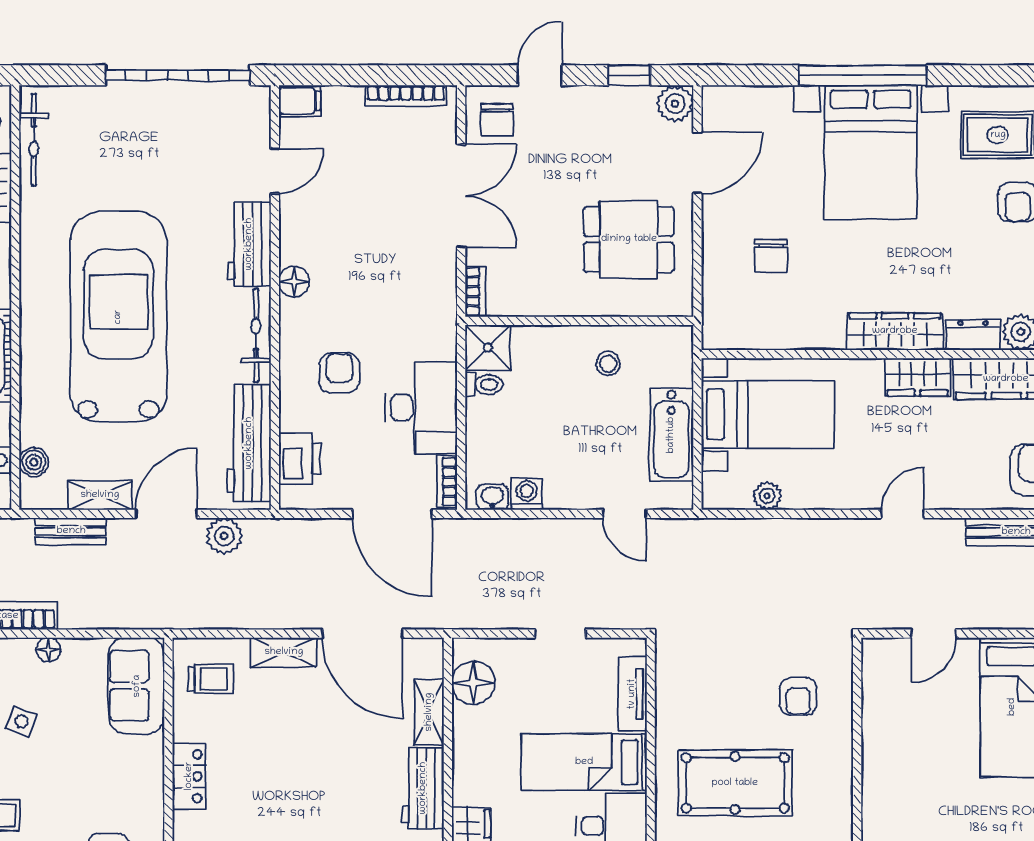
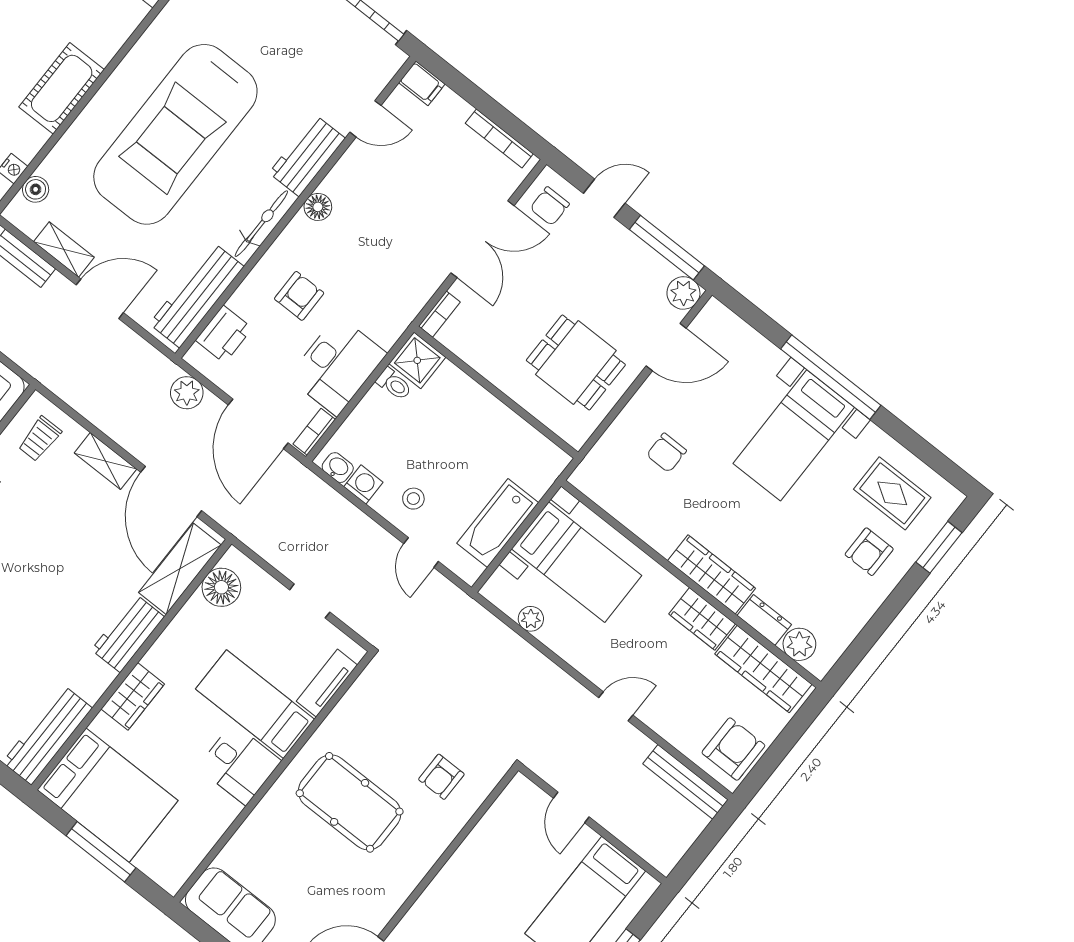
window: (629, 75) -> (667, 248), width x2.17
bed with nightstands: (871, 152) -> (794, 435), width x0.73
car: (118, 317) -> (175, 134), turned 180
stool: (608, 364) -> (413, 499), moved
plant: (224, 536) -> (187, 393), moved
door: (934, 634) -> (571, 807), hinge flipped
trolley: (211, 679) -> (40, 439), turned 90
shelving: (429, 712) -> (180, 569), width x1.50, depth x1.33

